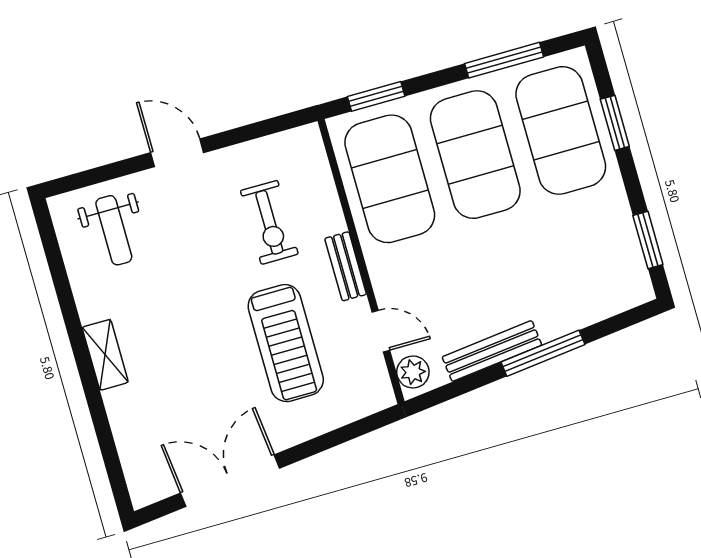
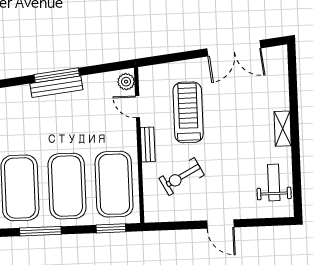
exercise bike: (269, 222) -> (182, 177), turned -118
weight bench: (114, 230) -> (274, 182), moved
bench: (492, 351) -> (56, 87), moved

